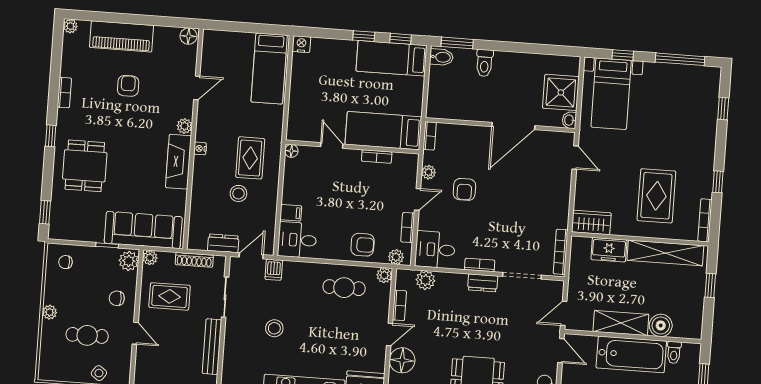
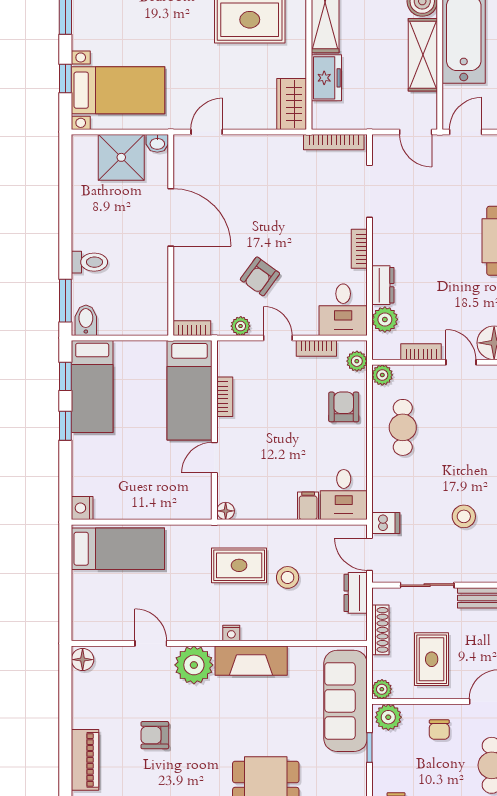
piano: (122, 36) -> (85, 760), width x0.73, depth x0.75
plant: (185, 126) -> (194, 665), width x1.87, depth x1.87
armchair: (464, 189) -> (260, 276), turned 126
dresser: (483, 283) -> (383, 285), moved

